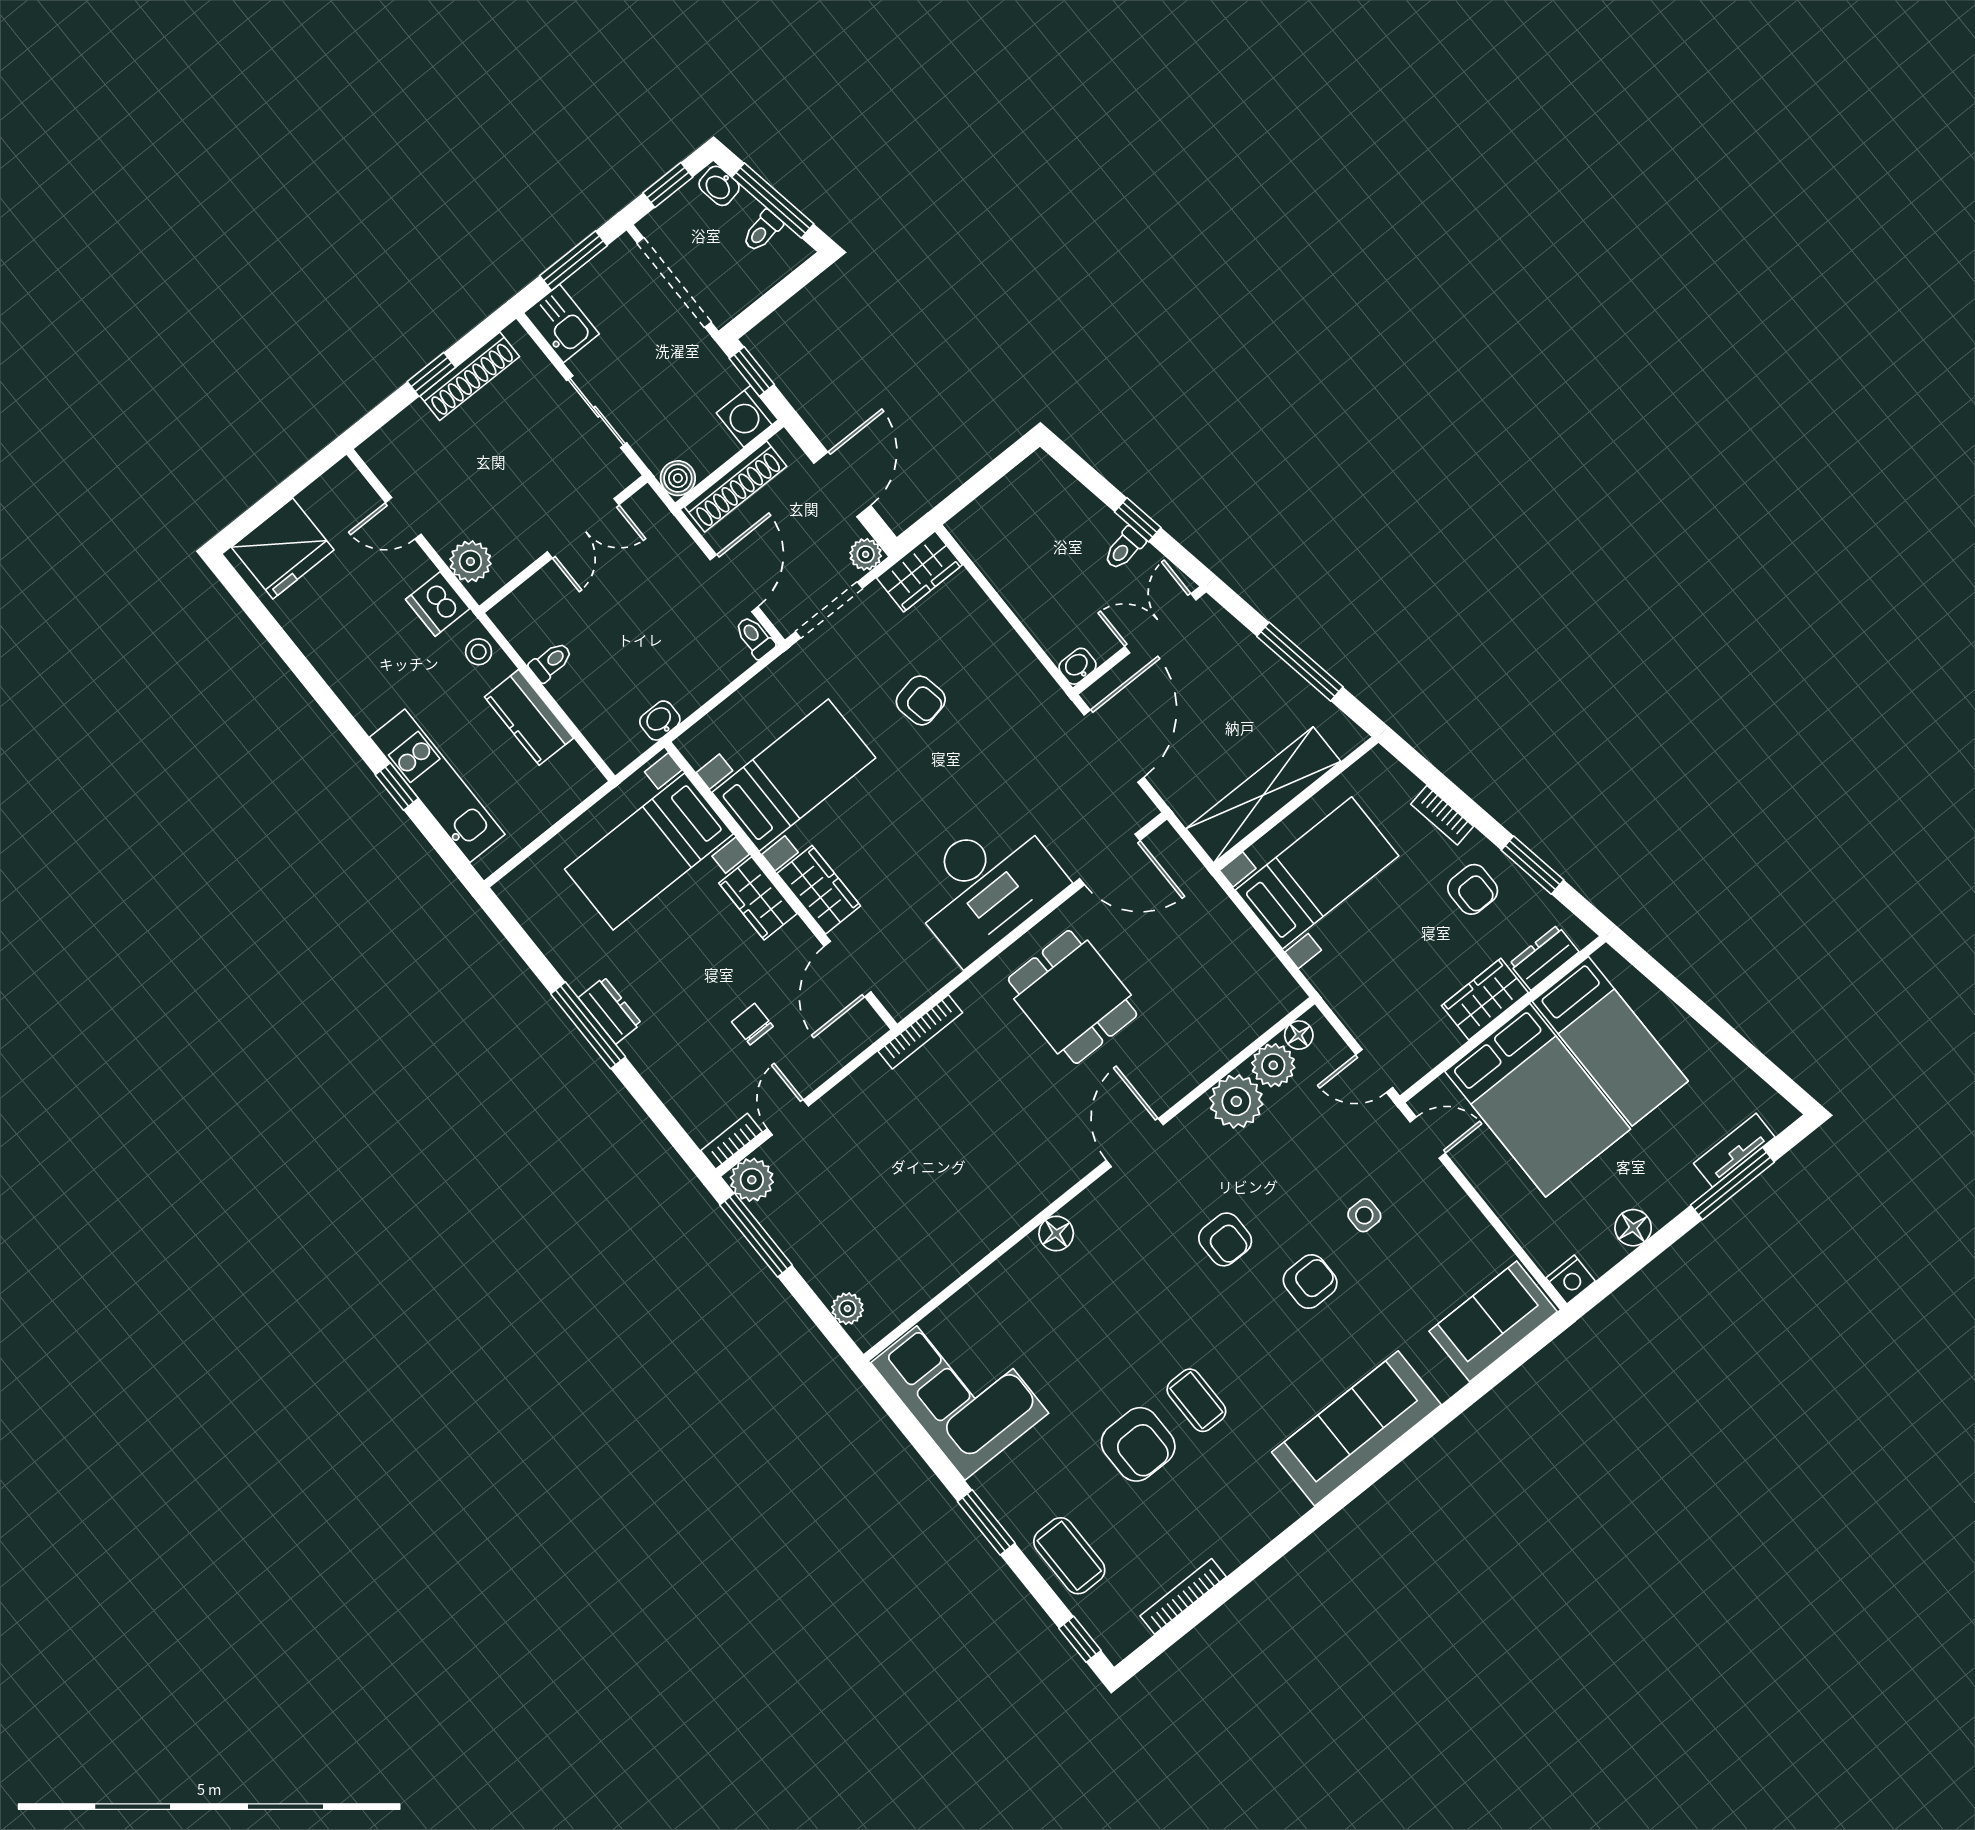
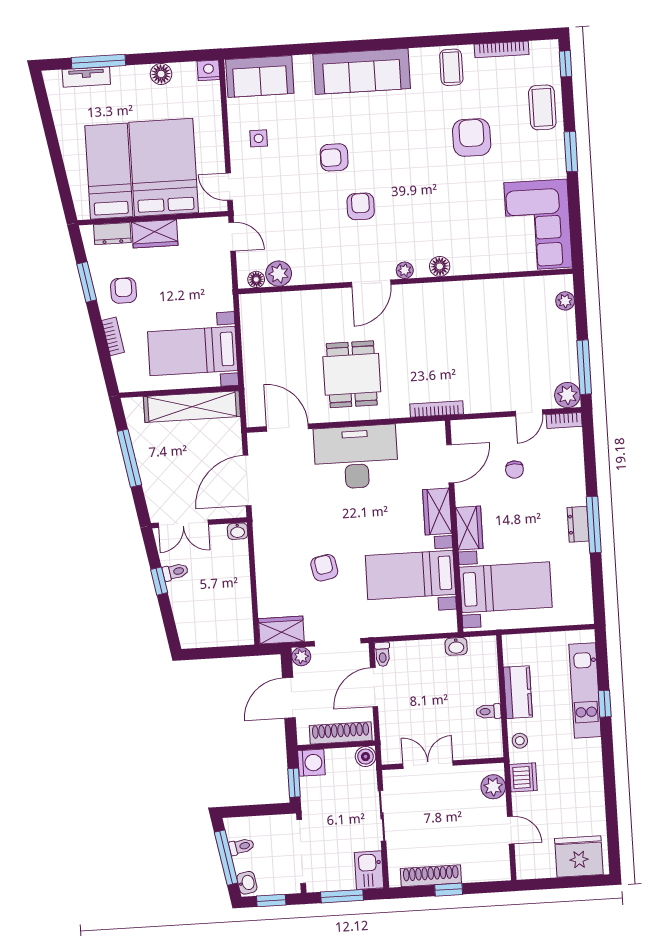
plant: (1236, 1101) -> (405, 270), moved, width x0.53, depth x0.53
side table: (1364, 1215) -> (259, 138), moved
coffee table: (1196, 1400) -> (451, 67), moved

